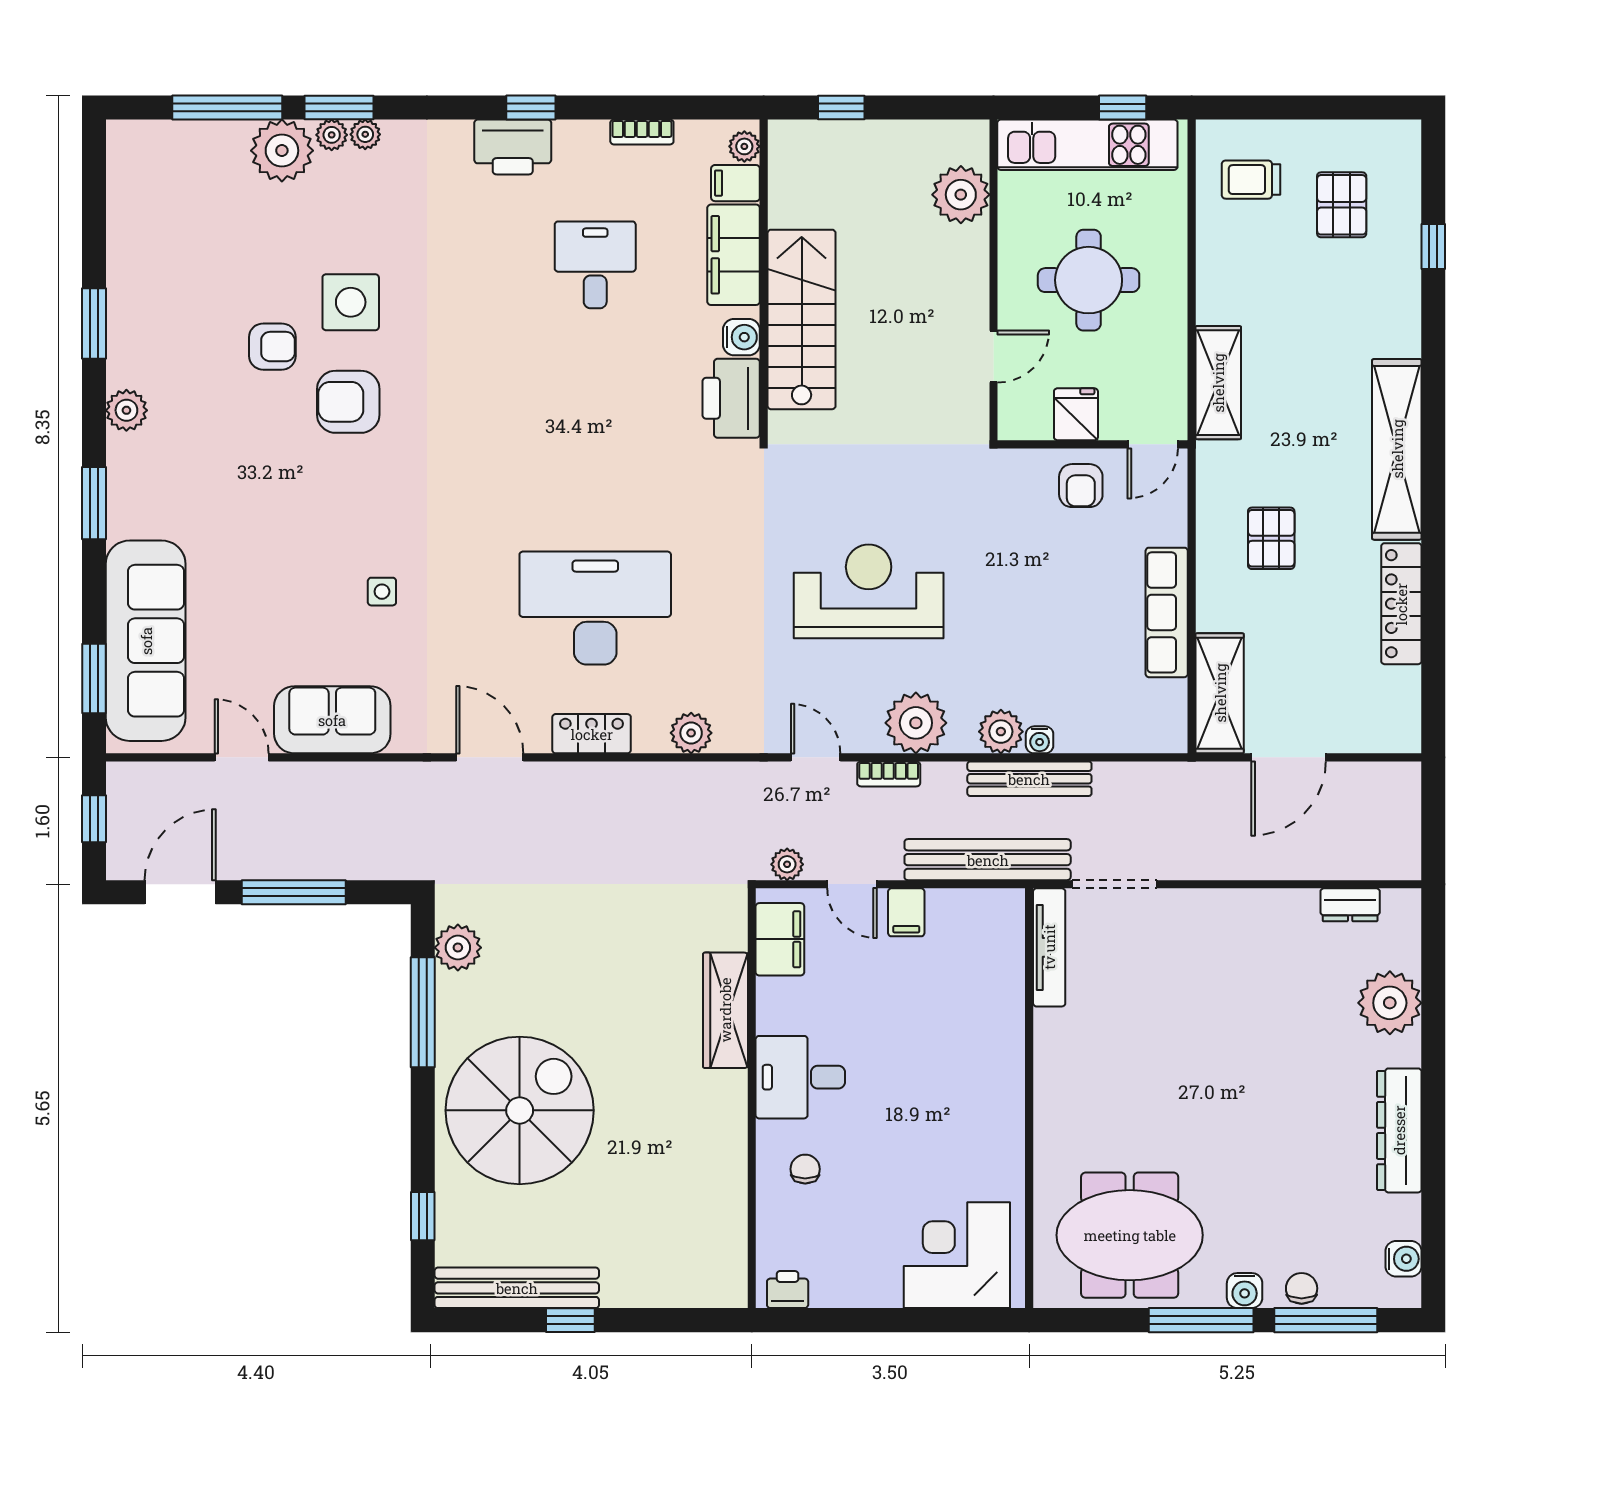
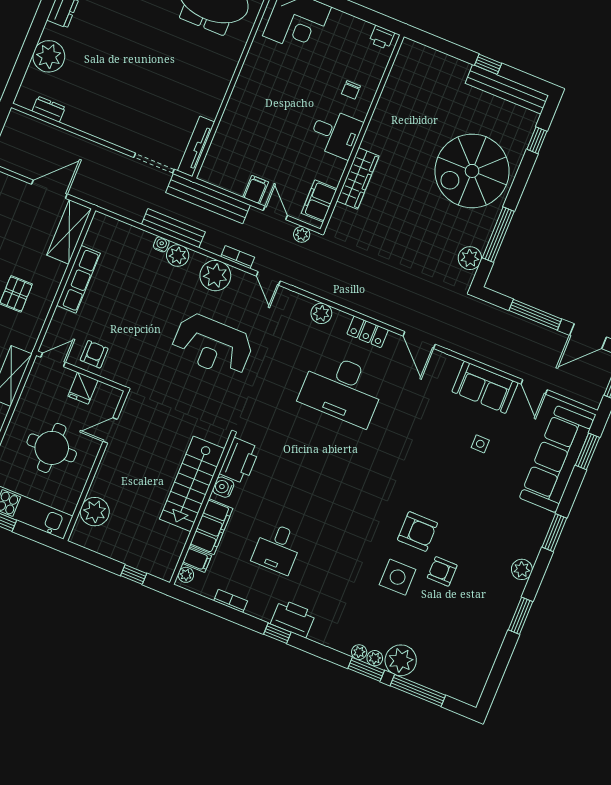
side table: (382, 592) -> (480, 444), moved

